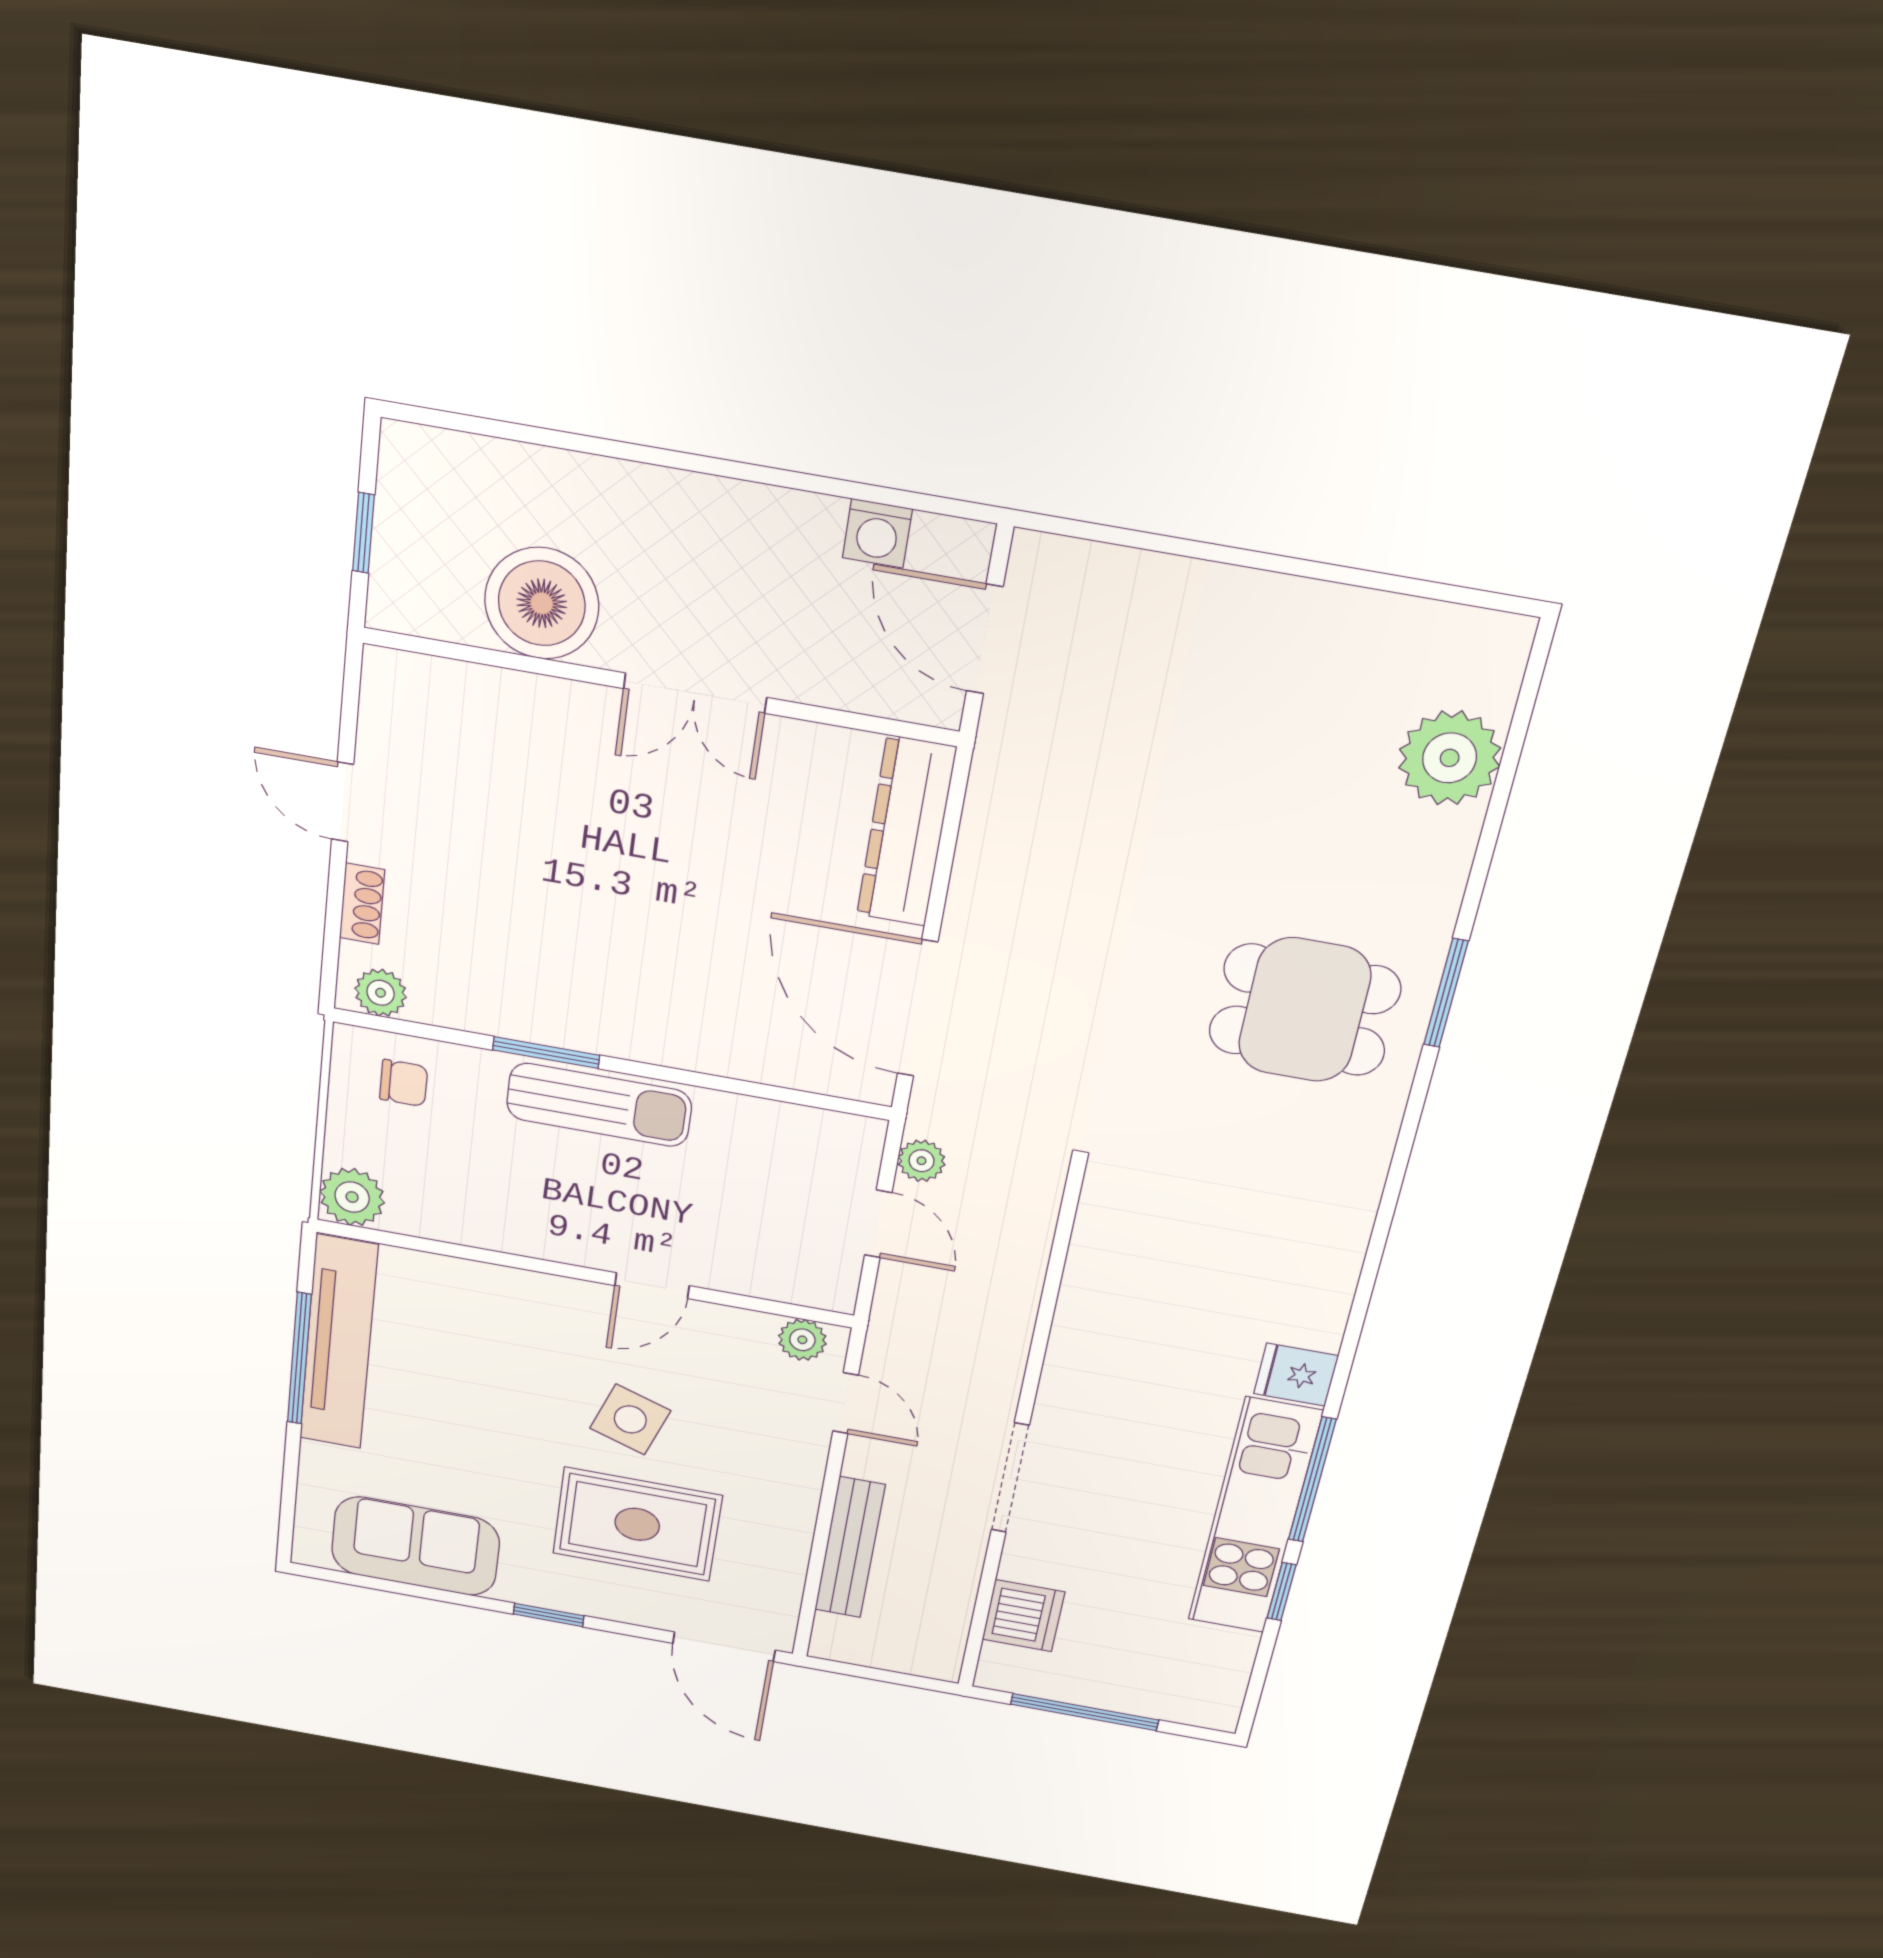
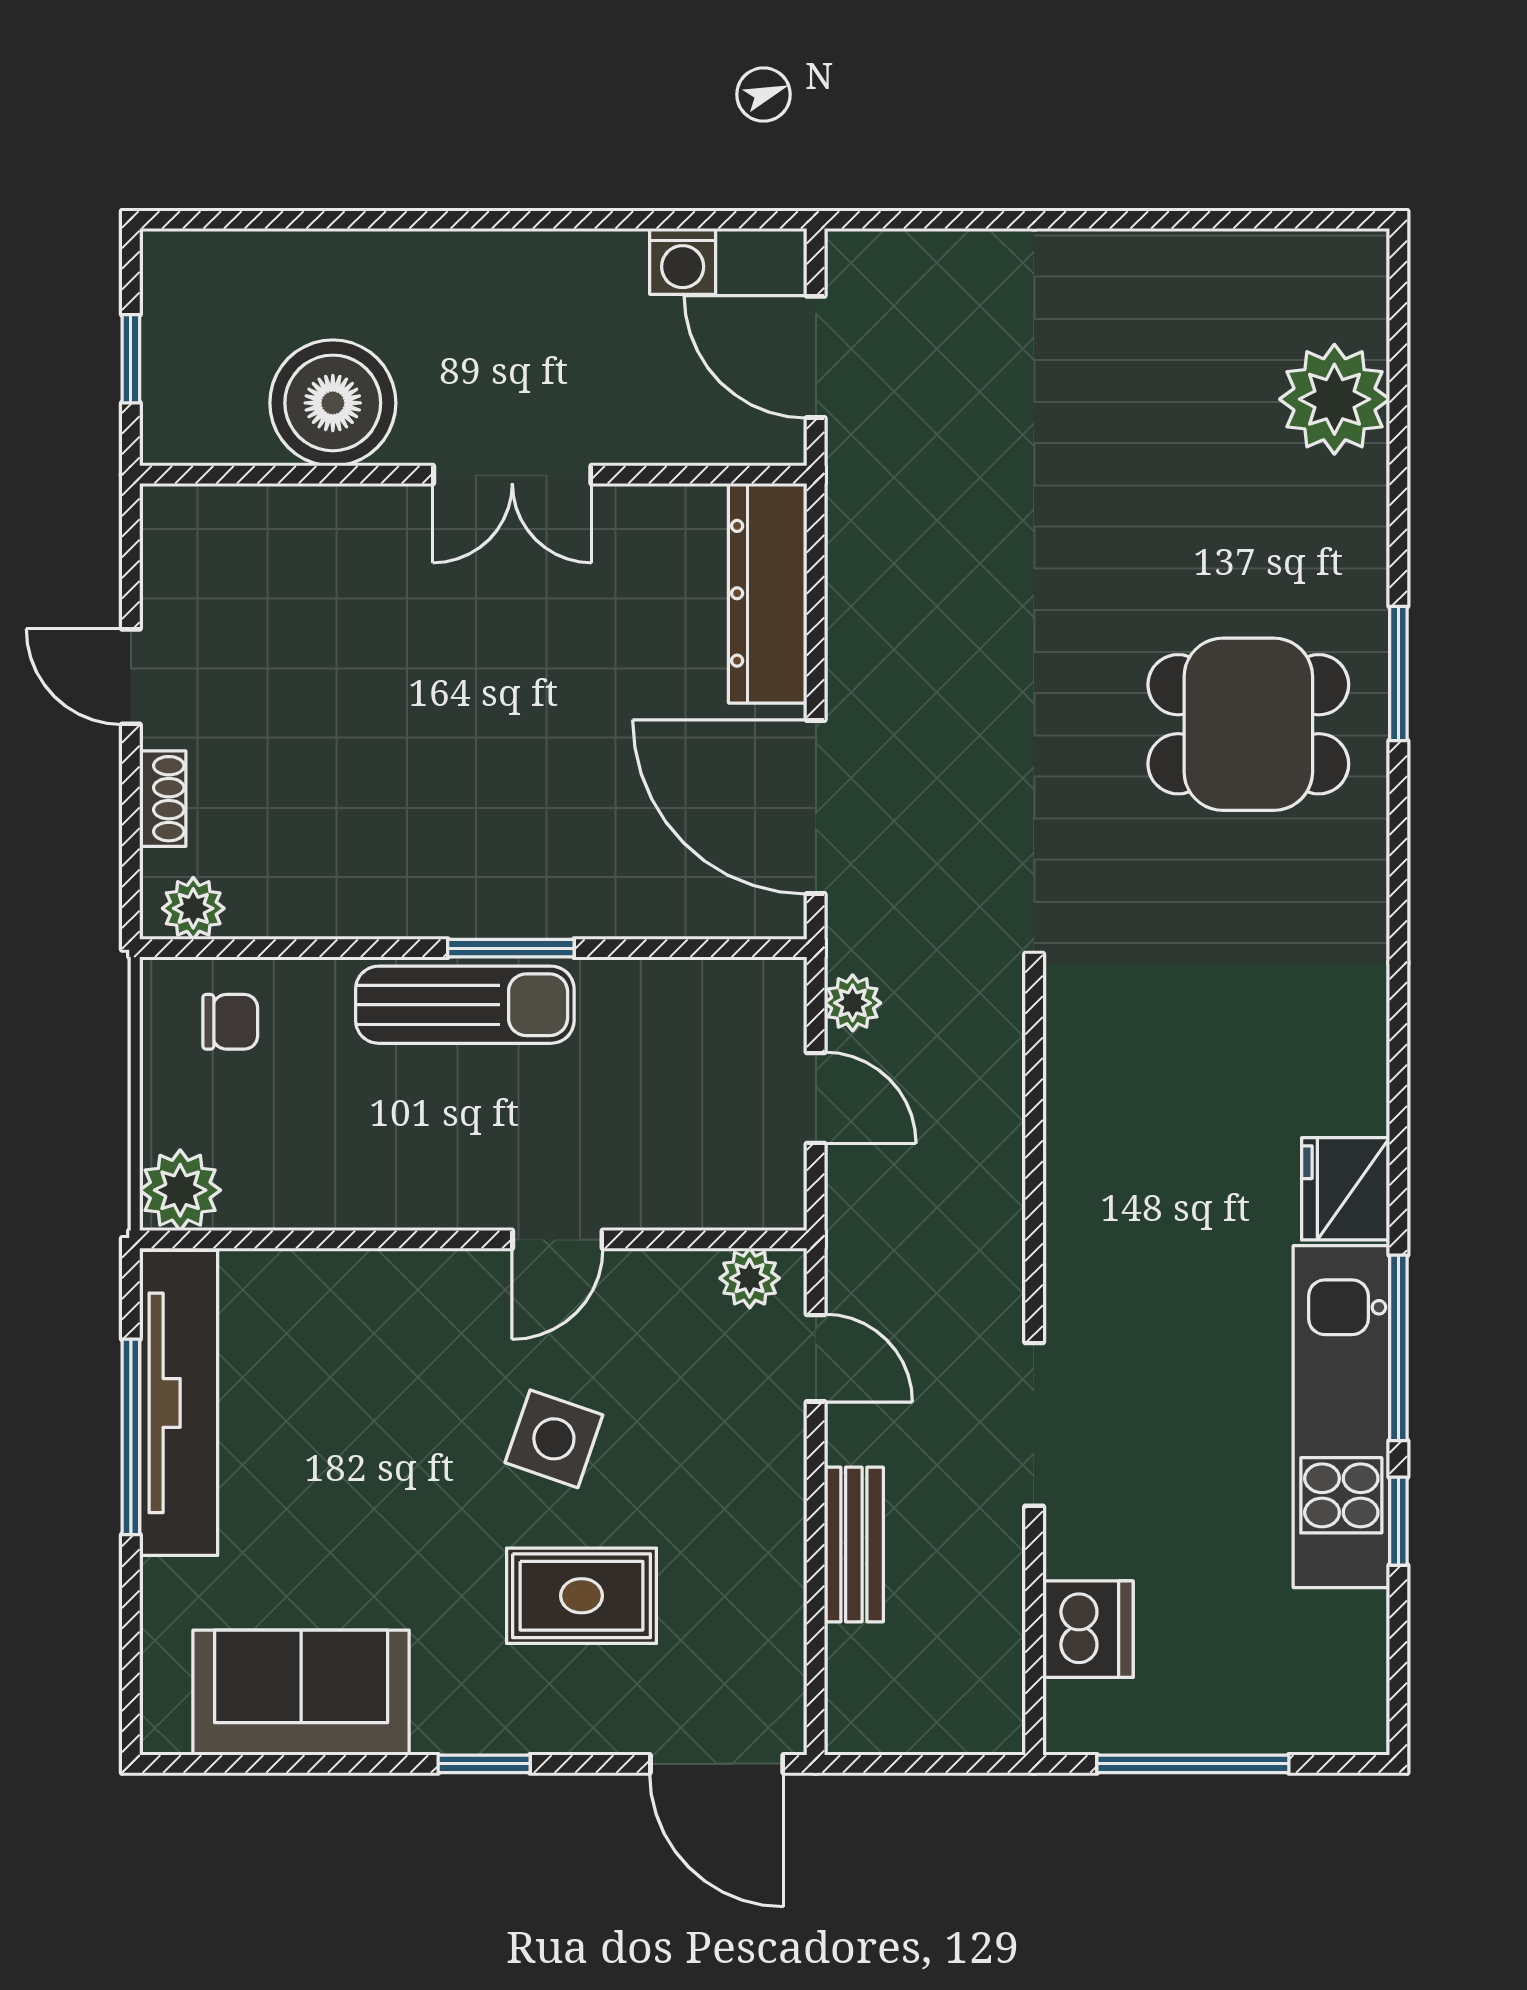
window: (546, 1053) -> (511, 948), moved
fridge: (1296, 1375) -> (1346, 1189), width x1.38
rug: (637, 1524) -> (582, 1596), width x0.73, depth x0.70
bench: (850, 1548) -> (854, 1545), width x0.73

